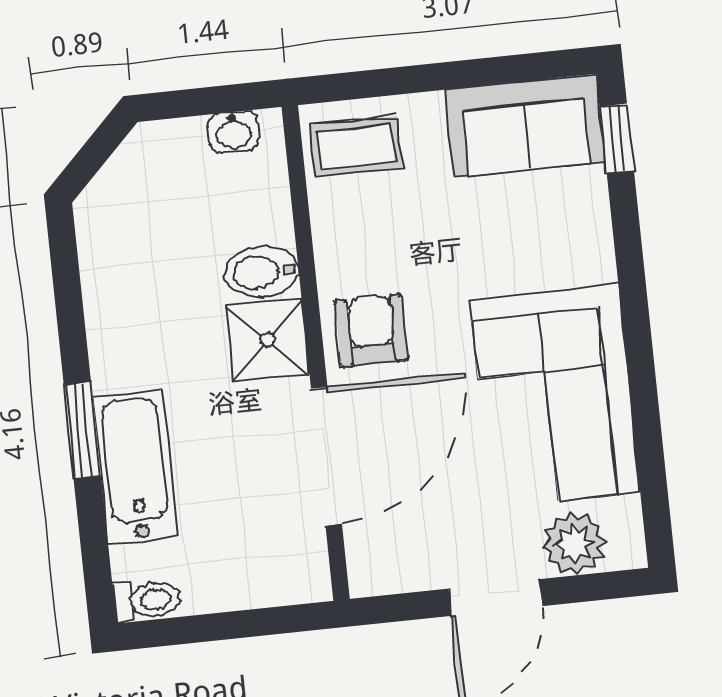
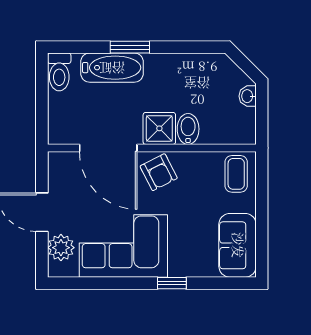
washbasin: (234, 132) -> (248, 96), moved
window: (617, 139) -> (172, 283), moved
armchair: (371, 331) -> (159, 172), turned 63
toilet: (147, 600) -> (59, 72), width x1.37, depth x1.39

